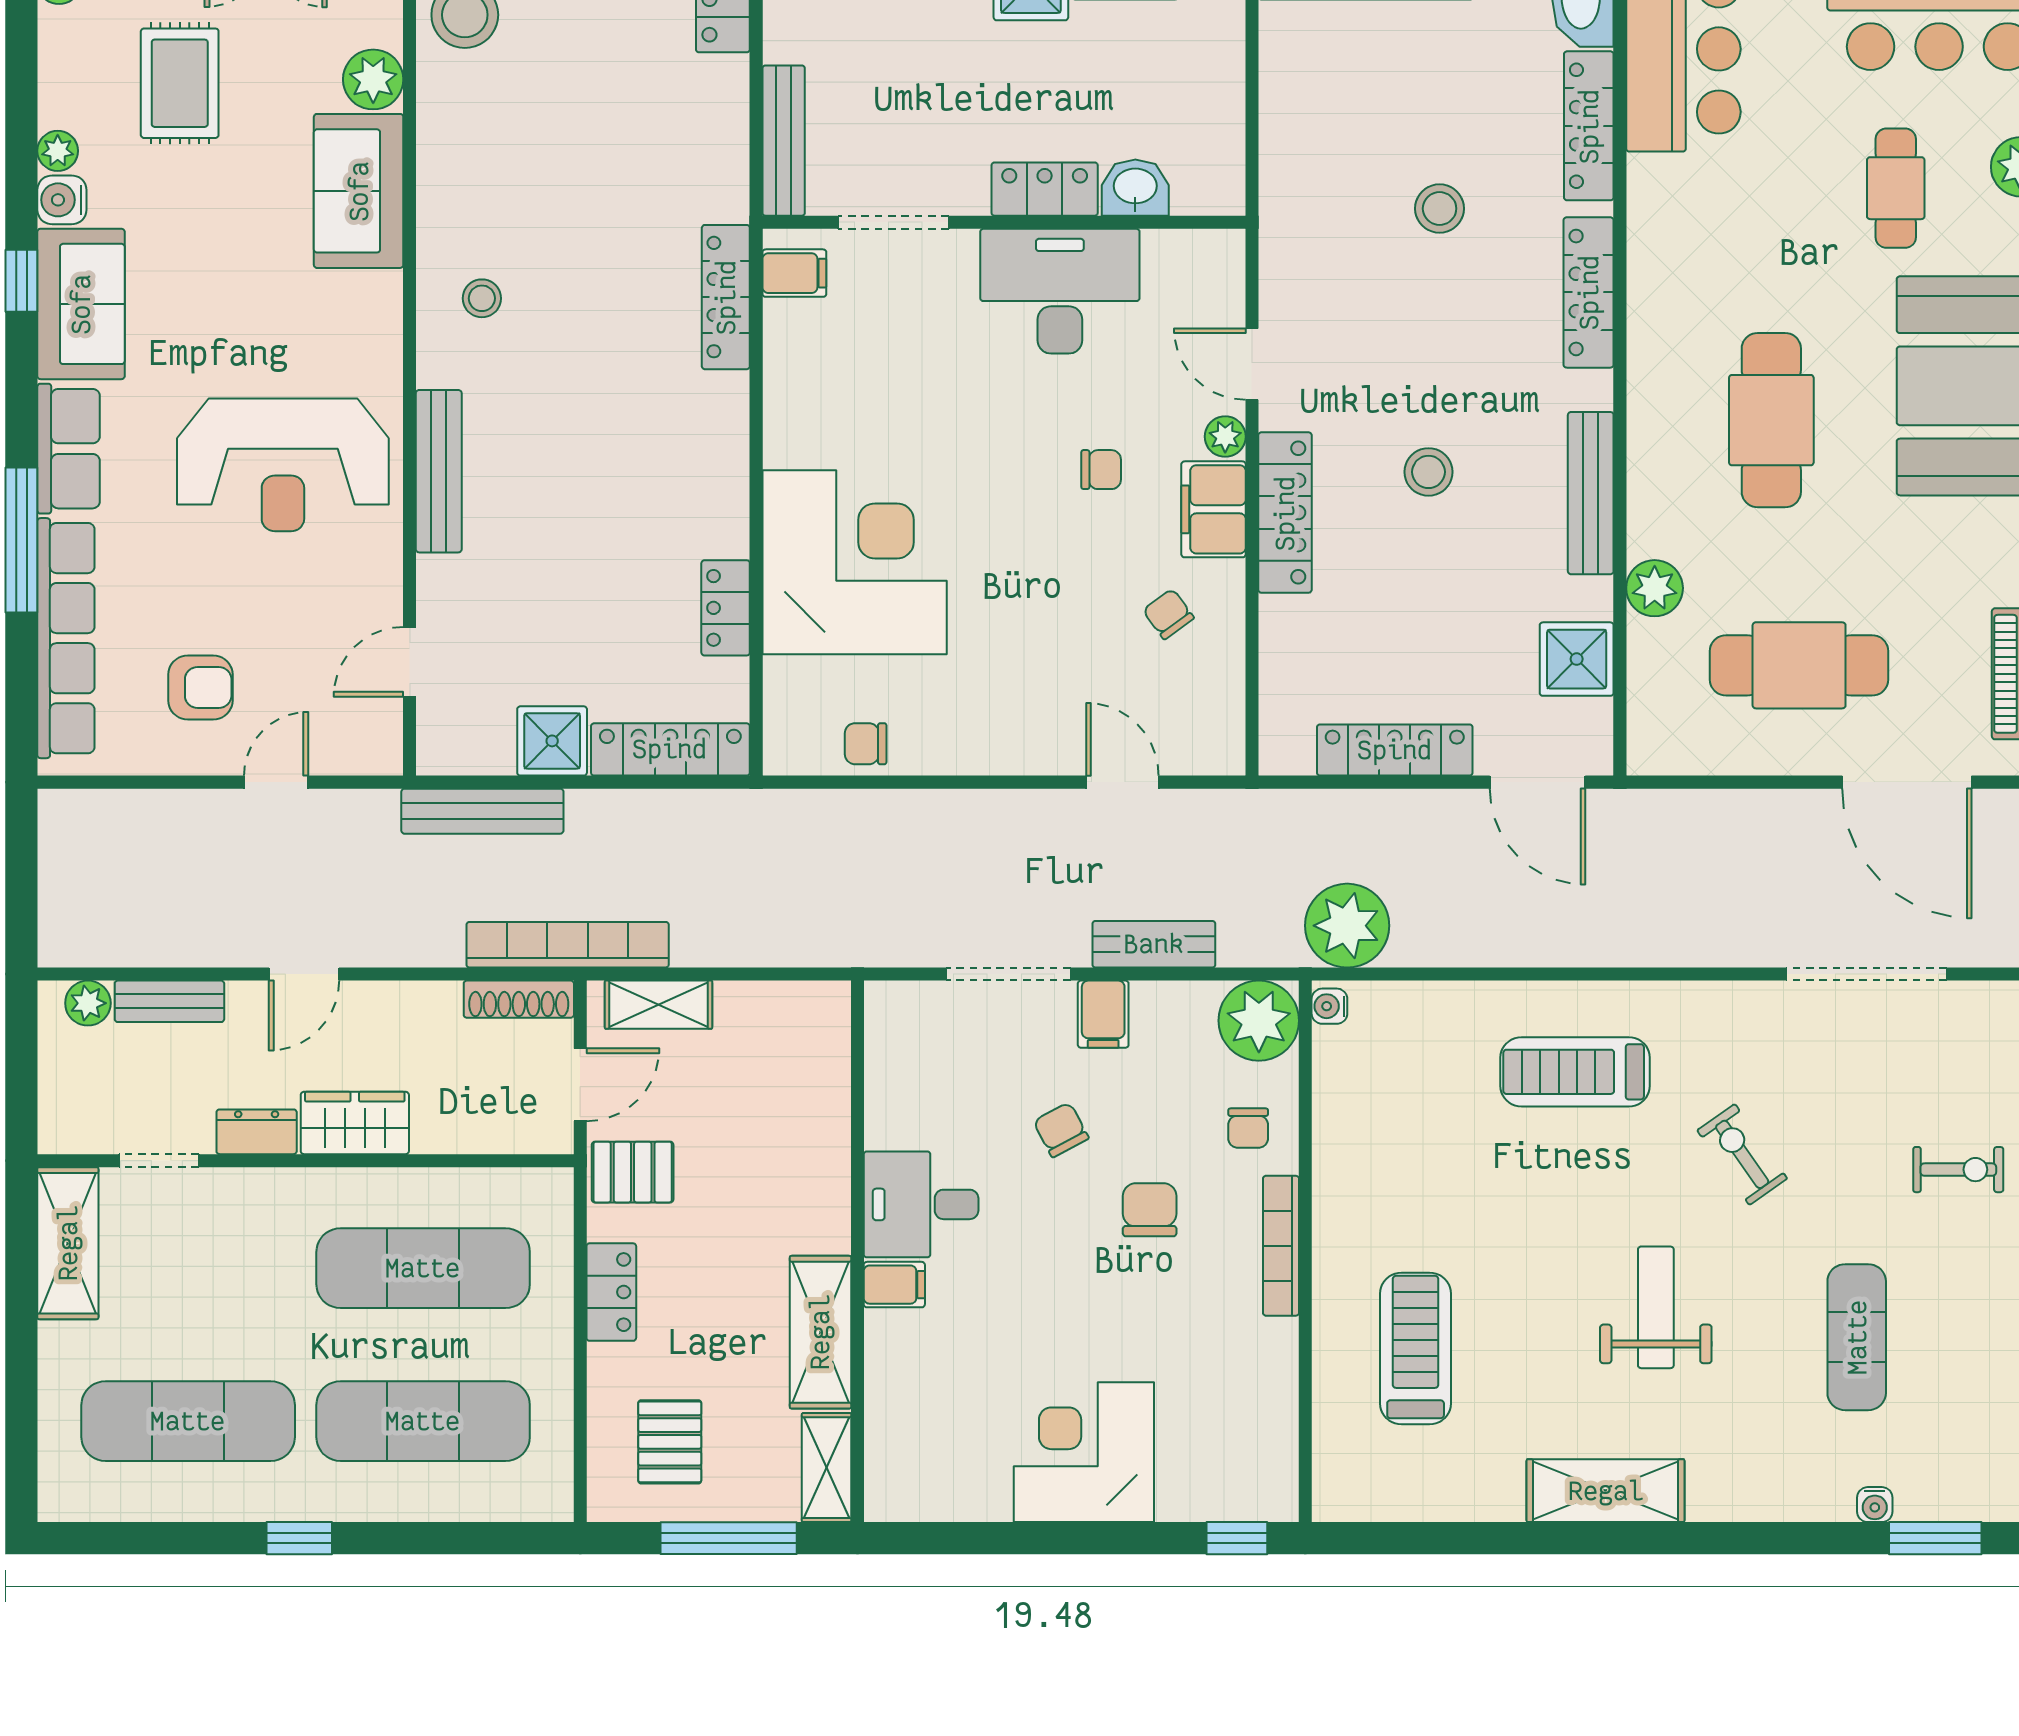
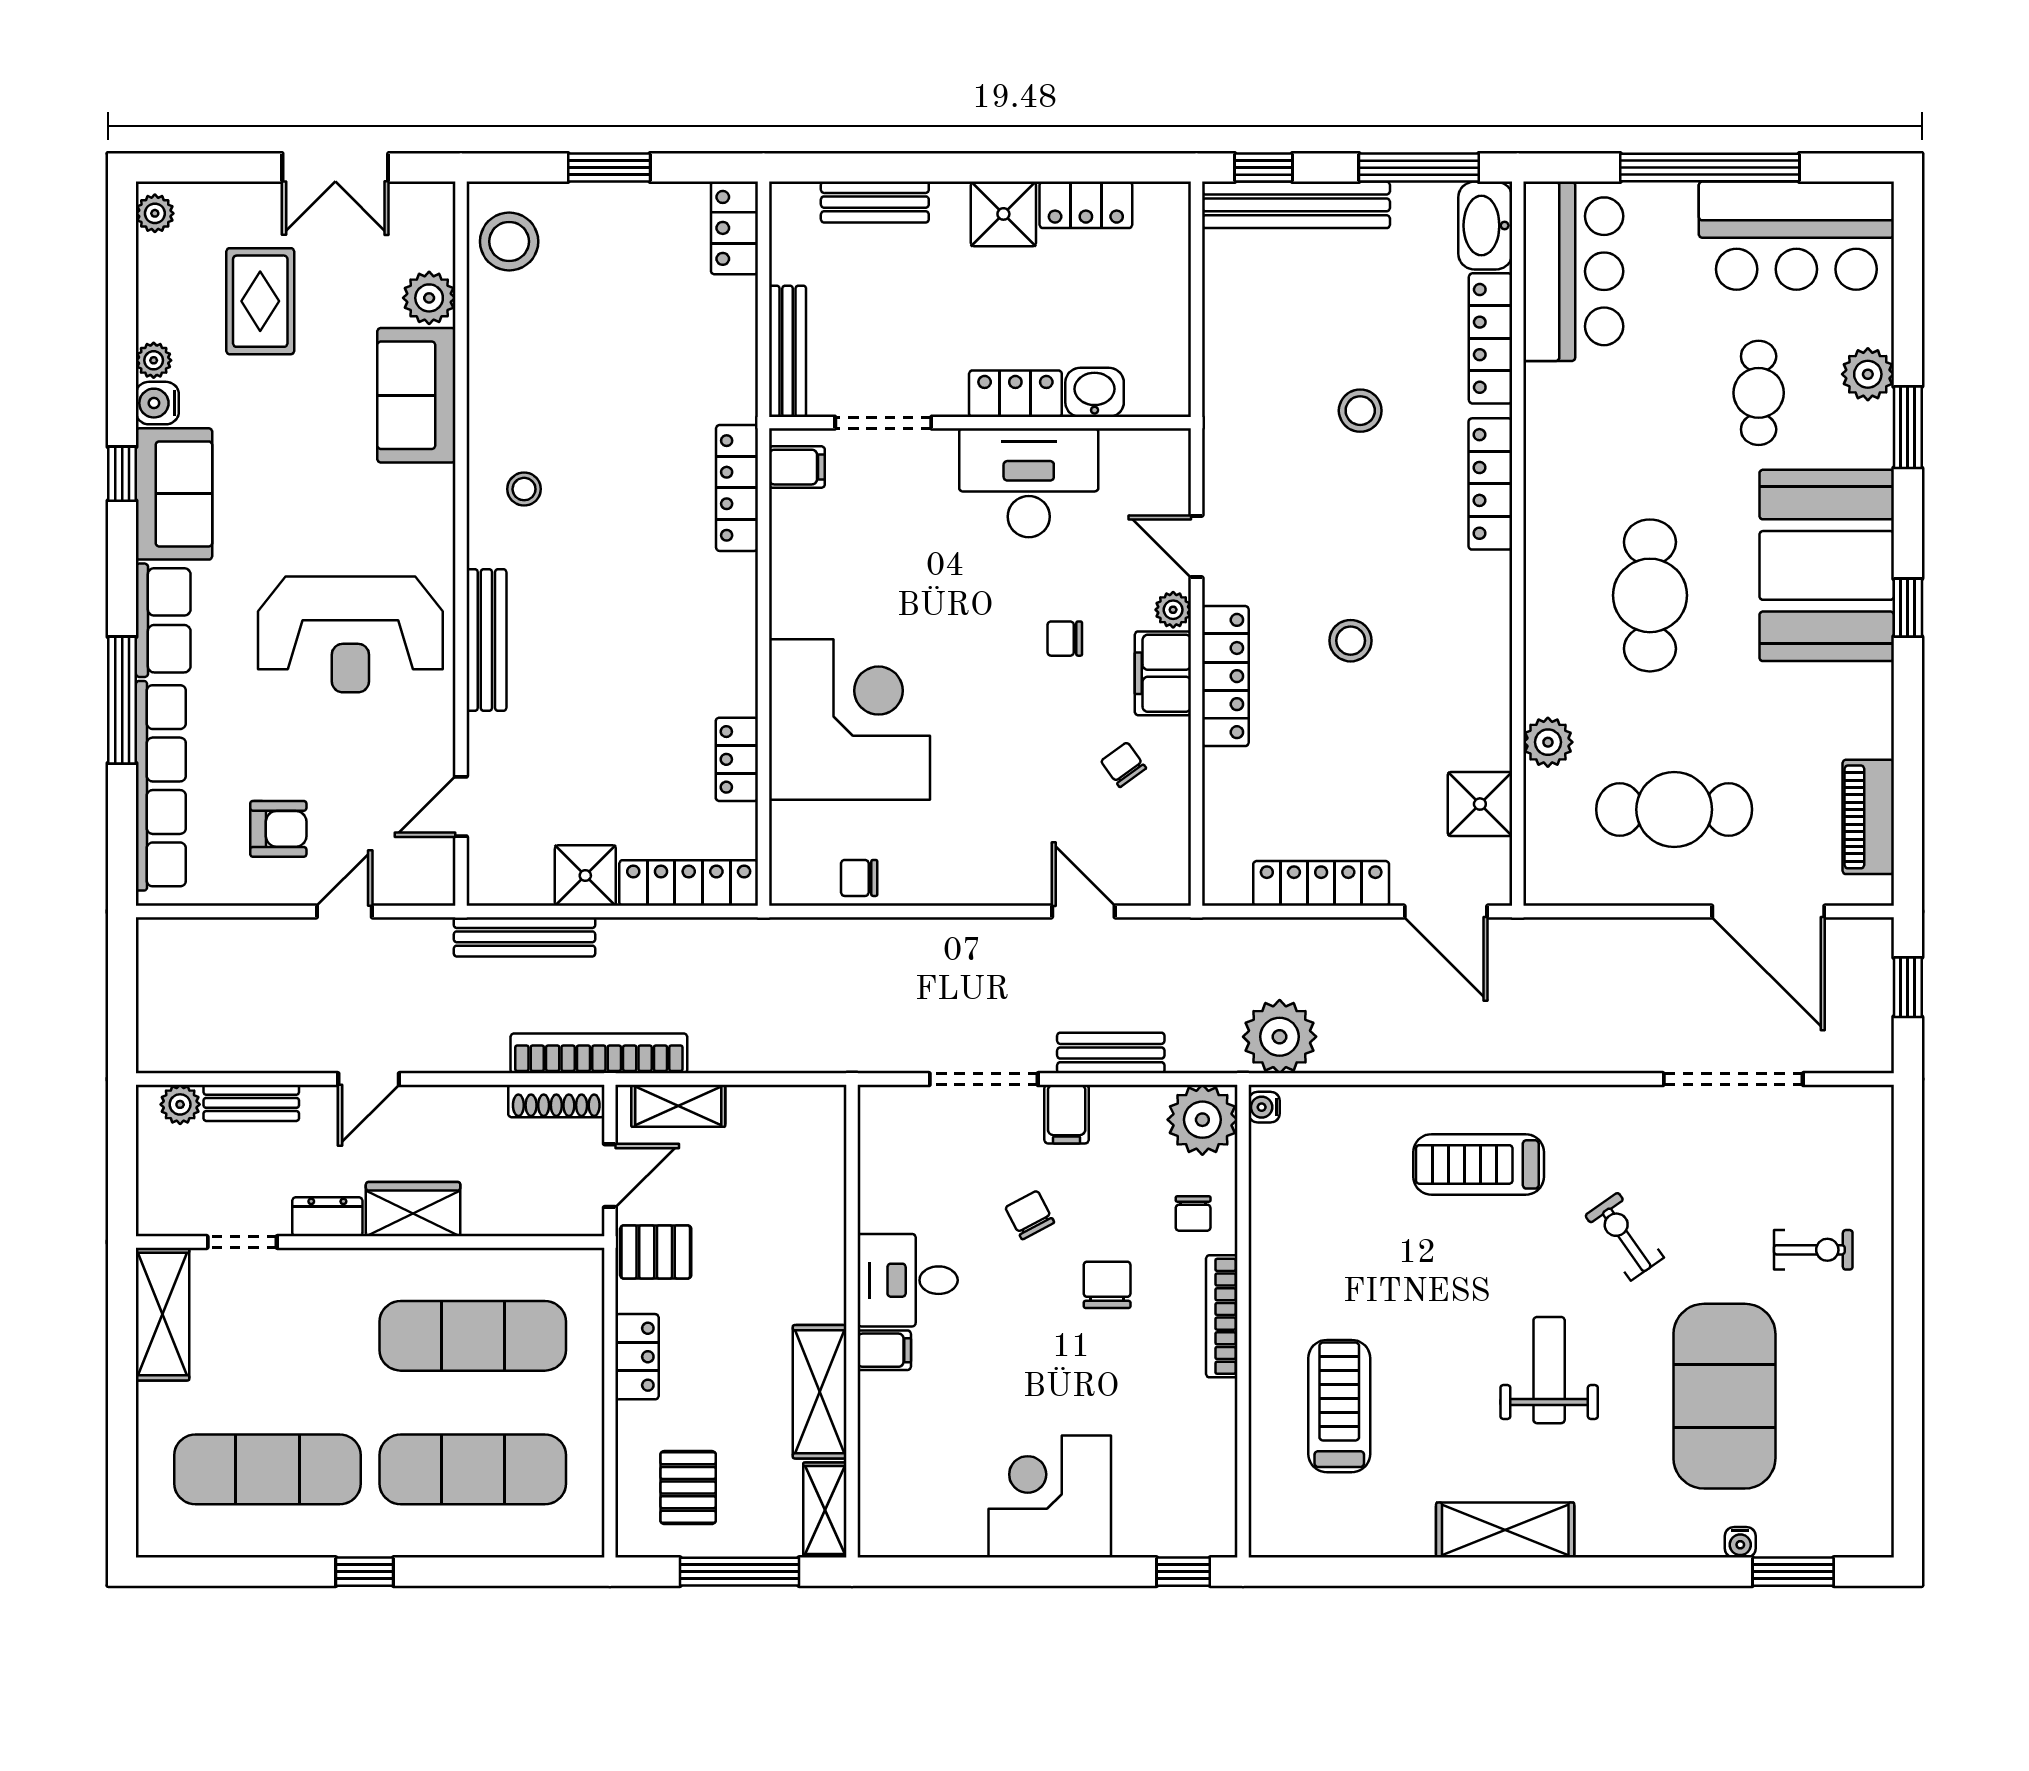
chair: (1101, 470) -> (1065, 639), turned 180
bench: (1591, 493) -> (1492, 659), removed
exercise mat: (1857, 1337) -> (1724, 1396), width x2.00, depth x1.45

